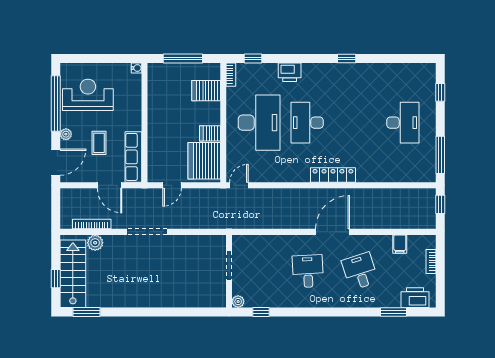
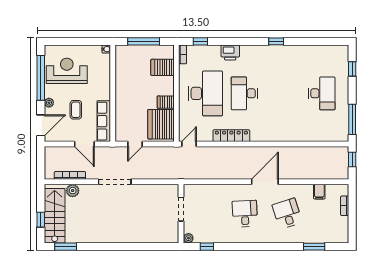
locker: (333, 175) -> (231, 136), moved
printer: (415, 298) -> (332, 235), removed

